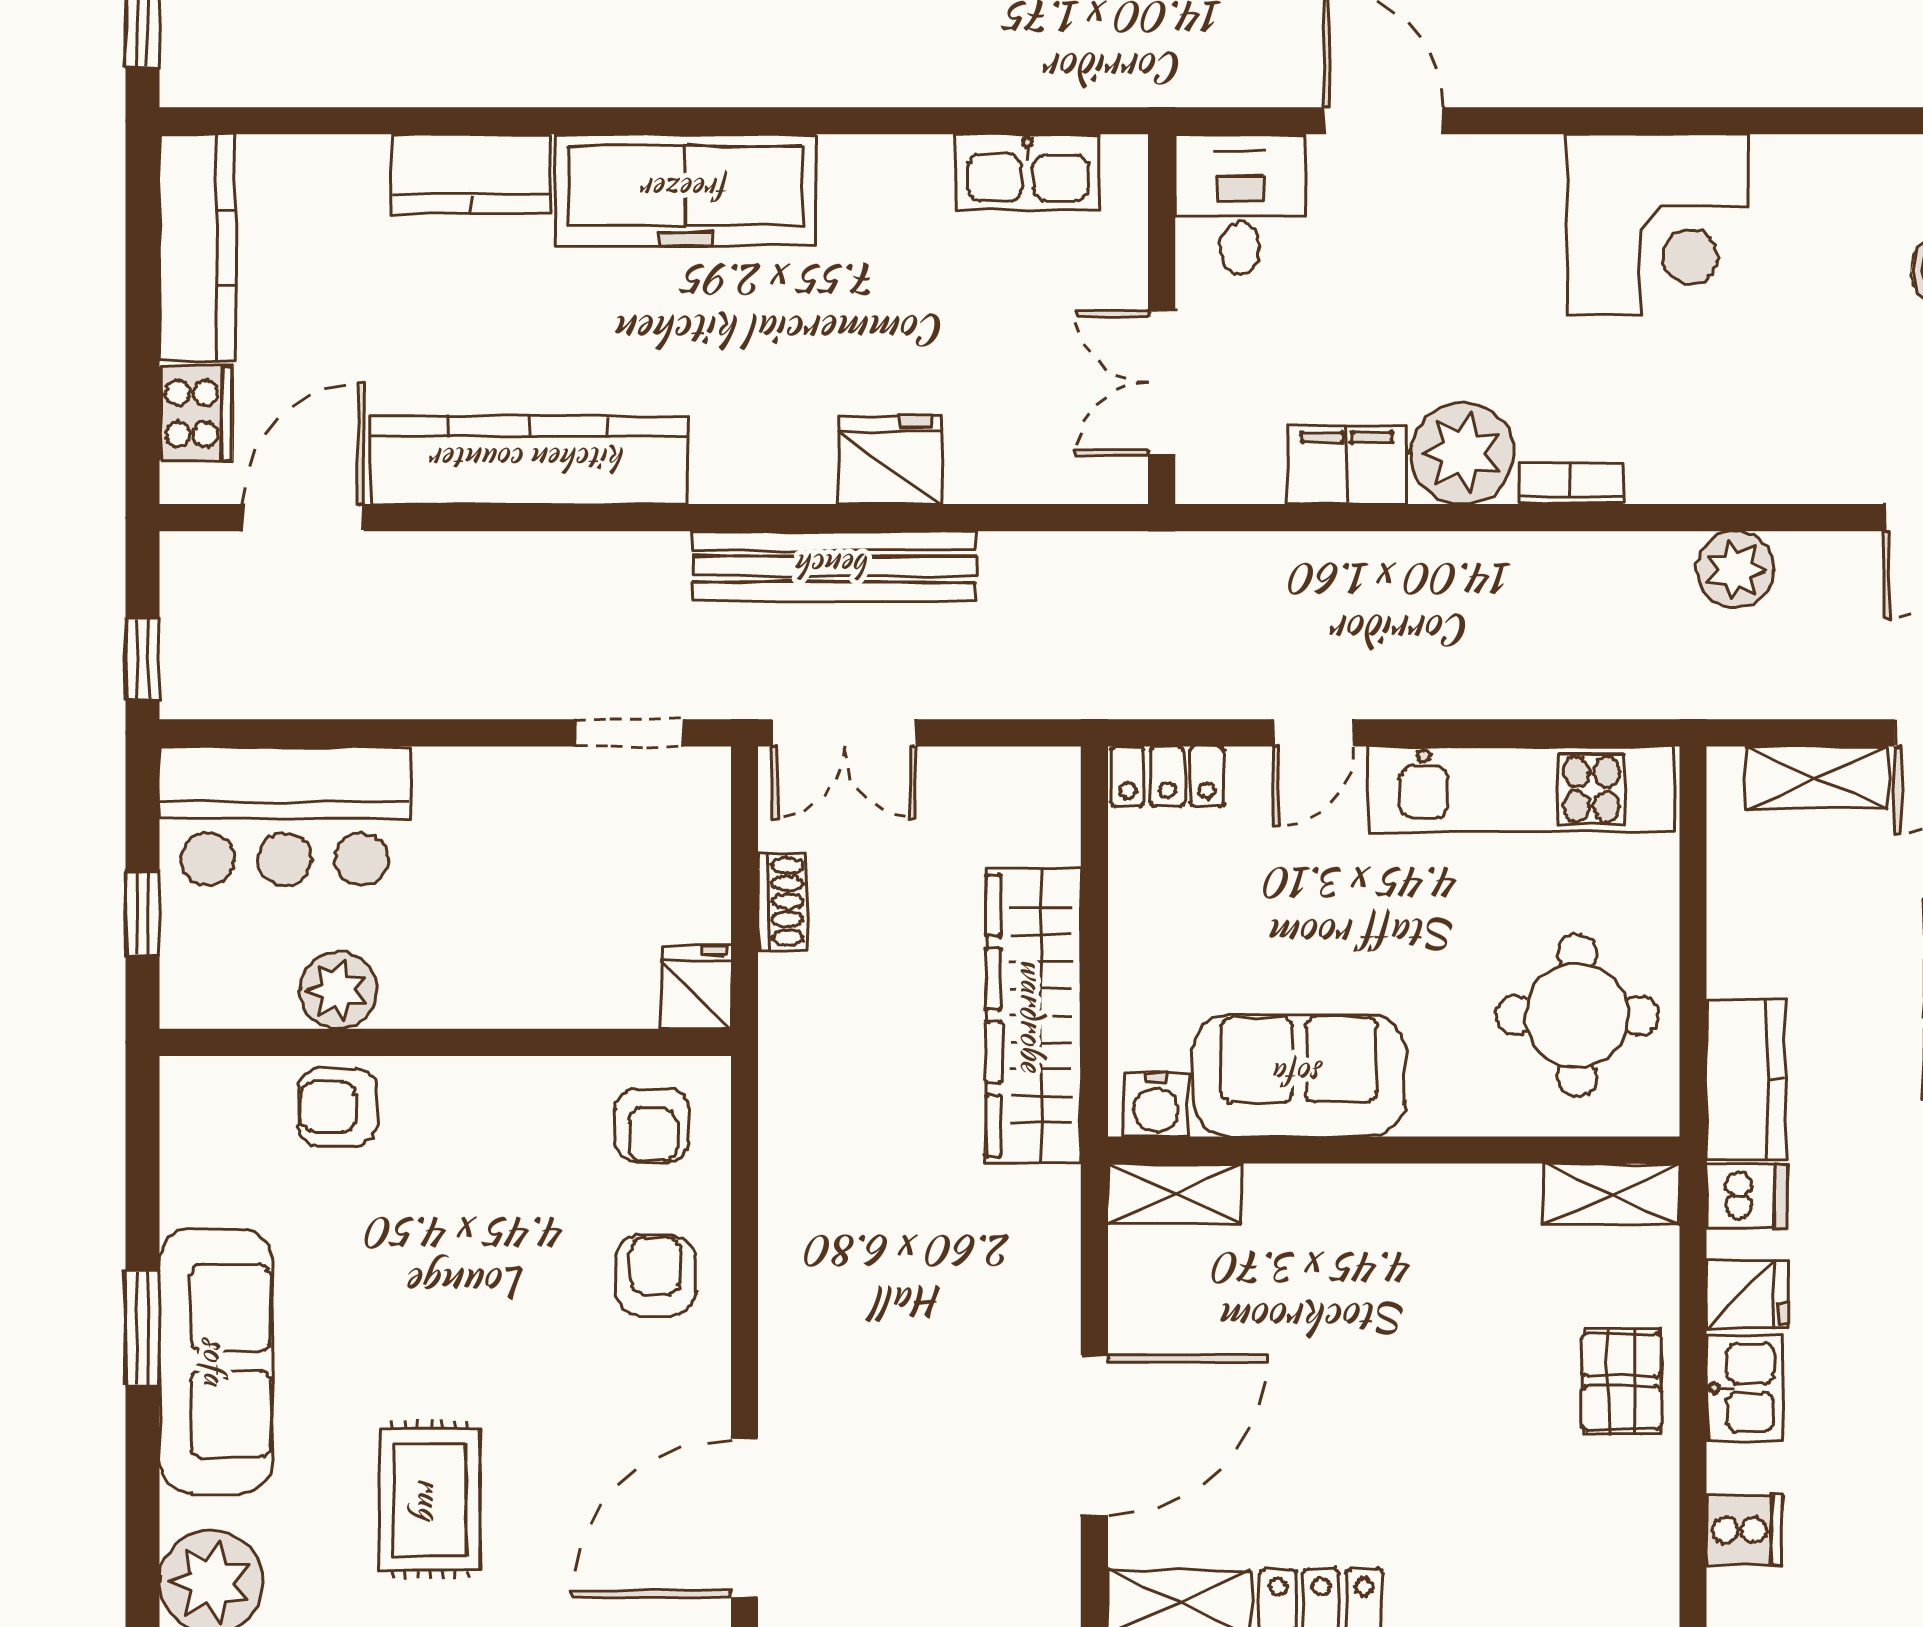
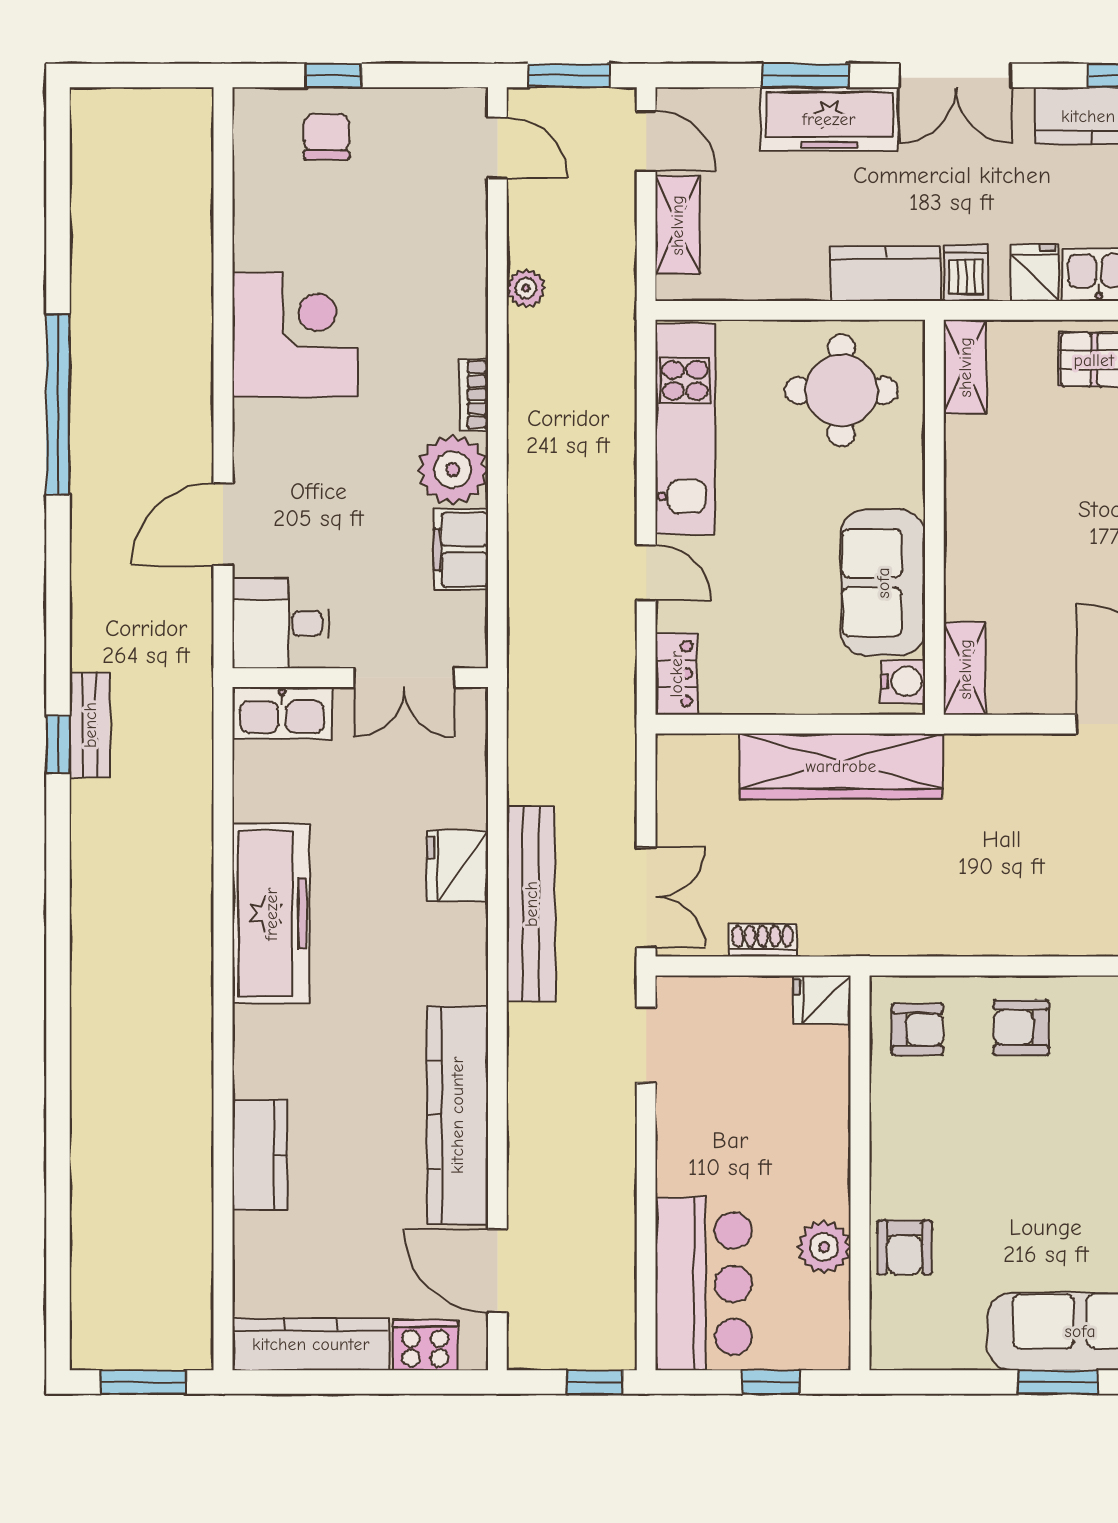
kitchen sink: (1028, 172) -> (282, 713), moved, turned 90
freezer: (686, 190) -> (271, 914), moved
plant: (1735, 569) -> (526, 288), width x0.73, depth x0.73

